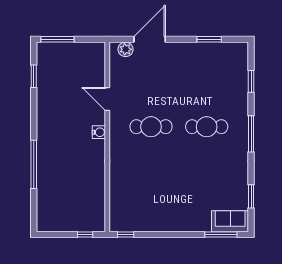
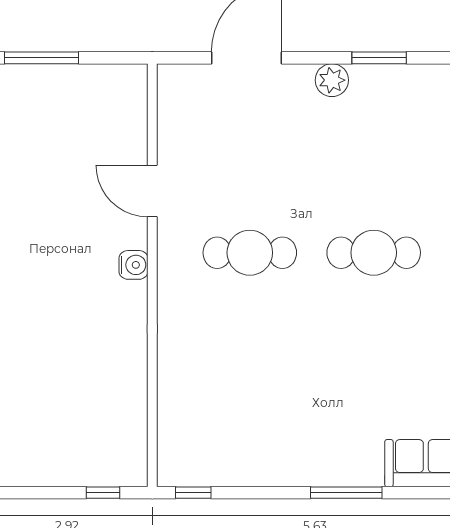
plant: (126, 49) -> (332, 80), moved
window: (221, 234) -> (346, 493), moved

